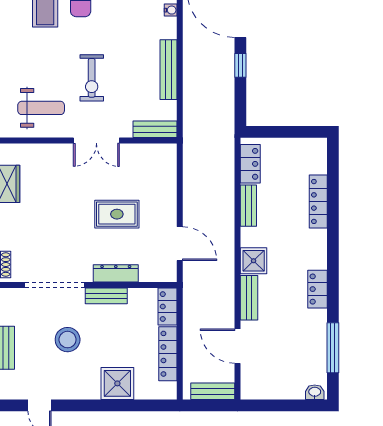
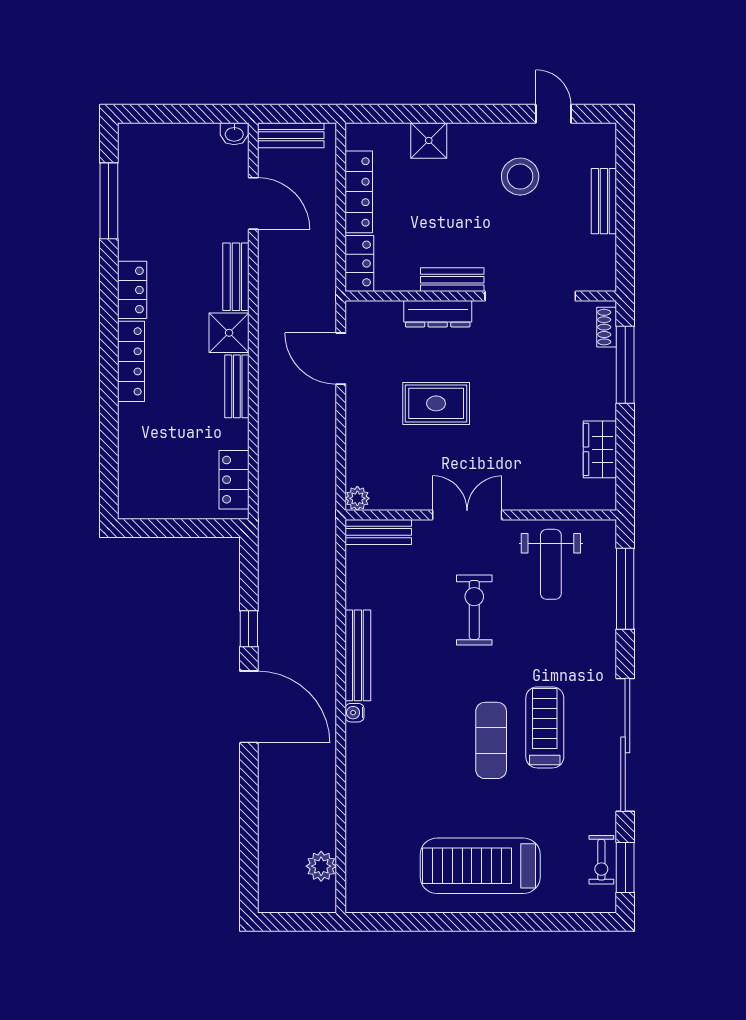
bench: (168, 70) -> (358, 655), moved
weight bench: (41, 108) -> (551, 564), turned -90
plant: (169, 151) -> (357, 498), added
locker: (318, 201) -> (131, 361), moved
bench: (248, 206) -> (237, 386), moved
stool: (68, 340) -> (520, 177), moved
shower: (117, 383) -> (429, 140), width x0.73, depth x0.73
washbasin: (315, 392) -> (234, 134), moved

